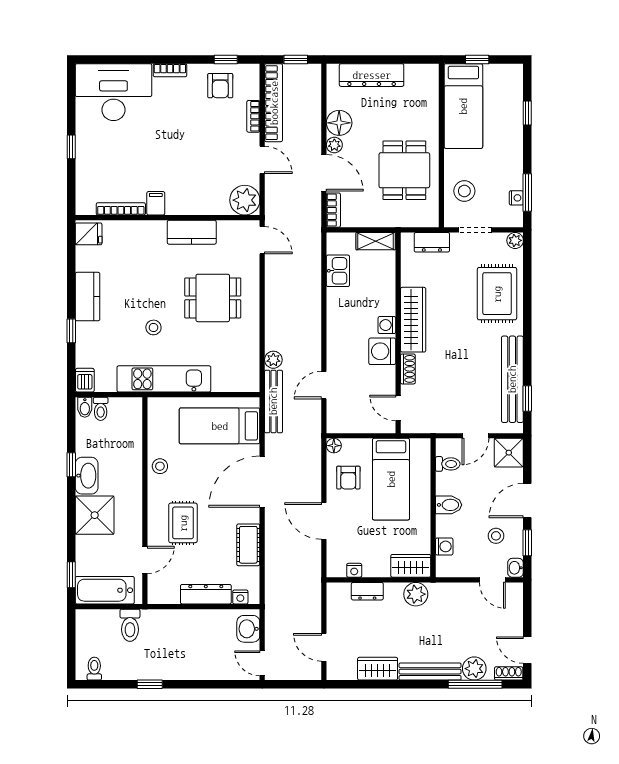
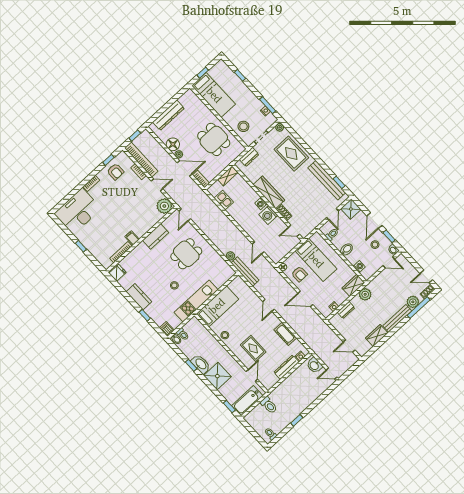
door: (262, 240) -> (185, 215), swing flipped
bed: (220, 426) -> (217, 306), moved, turned 180
door: (262, 482) -> (269, 305), width x0.53

